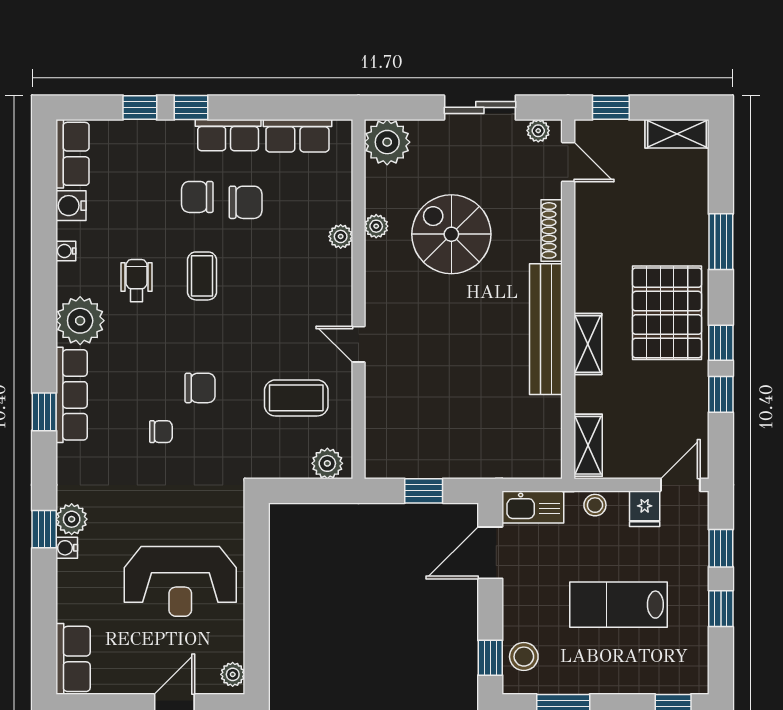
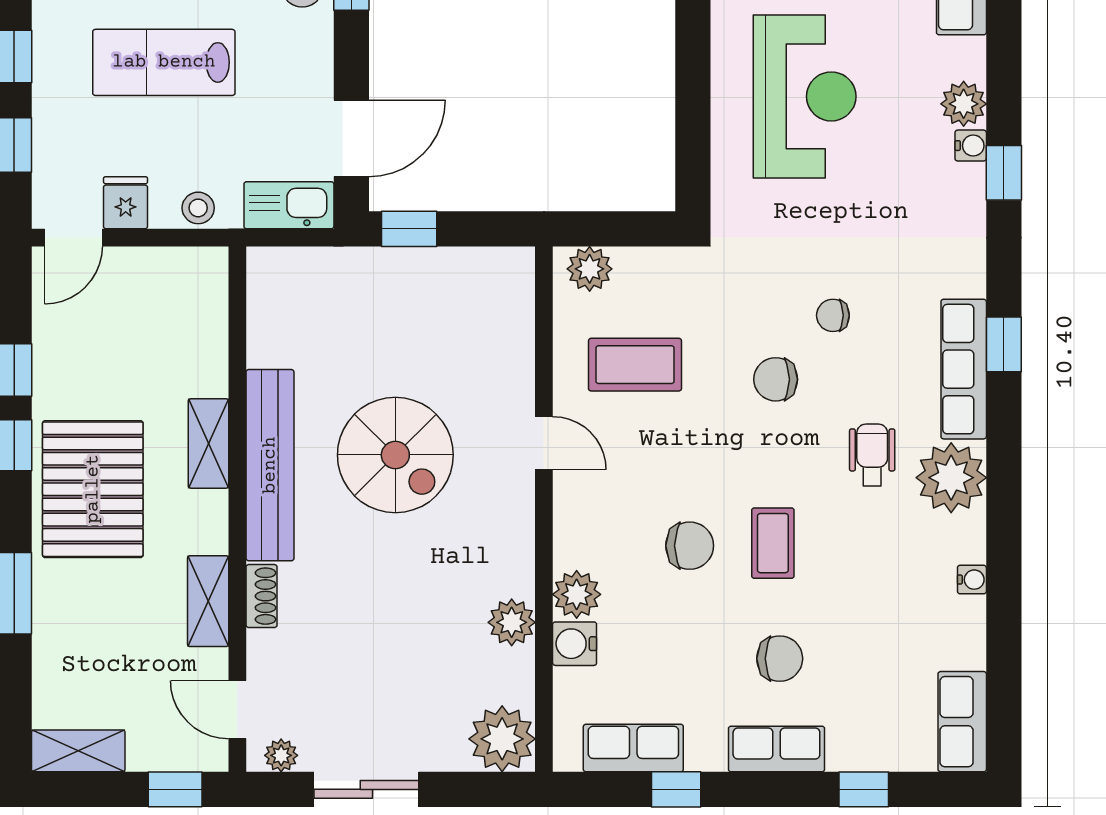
window: (191, 107) -> (676, 789), moved
row of seats: (228, 135) -> (776, 749), moved
chair: (246, 202) -> (690, 546), moved, turned 180
water cooler: (71, 206) -> (575, 644), moved, turned 180
plant: (376, 226) -> (512, 622), width x1.38, depth x1.38
shoe rack: (552, 230) -> (262, 596), width x0.70
spiral stairs: (451, 234) -> (395, 455), moved
plant: (341, 236) -> (577, 594), width x1.38, depth x1.38
wheelchair: (137, 280) -> (872, 455), moved, turned 180
shelving: (588, 445) -> (208, 601), moved
window: (424, 491) -> (409, 229), moved
plant: (72, 519) -> (964, 104), moved
reception desk: (180, 581) -> (805, 96), turned 90
lab bench: (618, 605) -> (164, 62), turned 180

